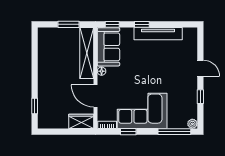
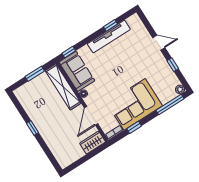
window: (142, 24) -> (111, 25), moved
door: (96, 96) -> (91, 116), hinge flipped
window: (35, 106) -> (33, 128), moved

